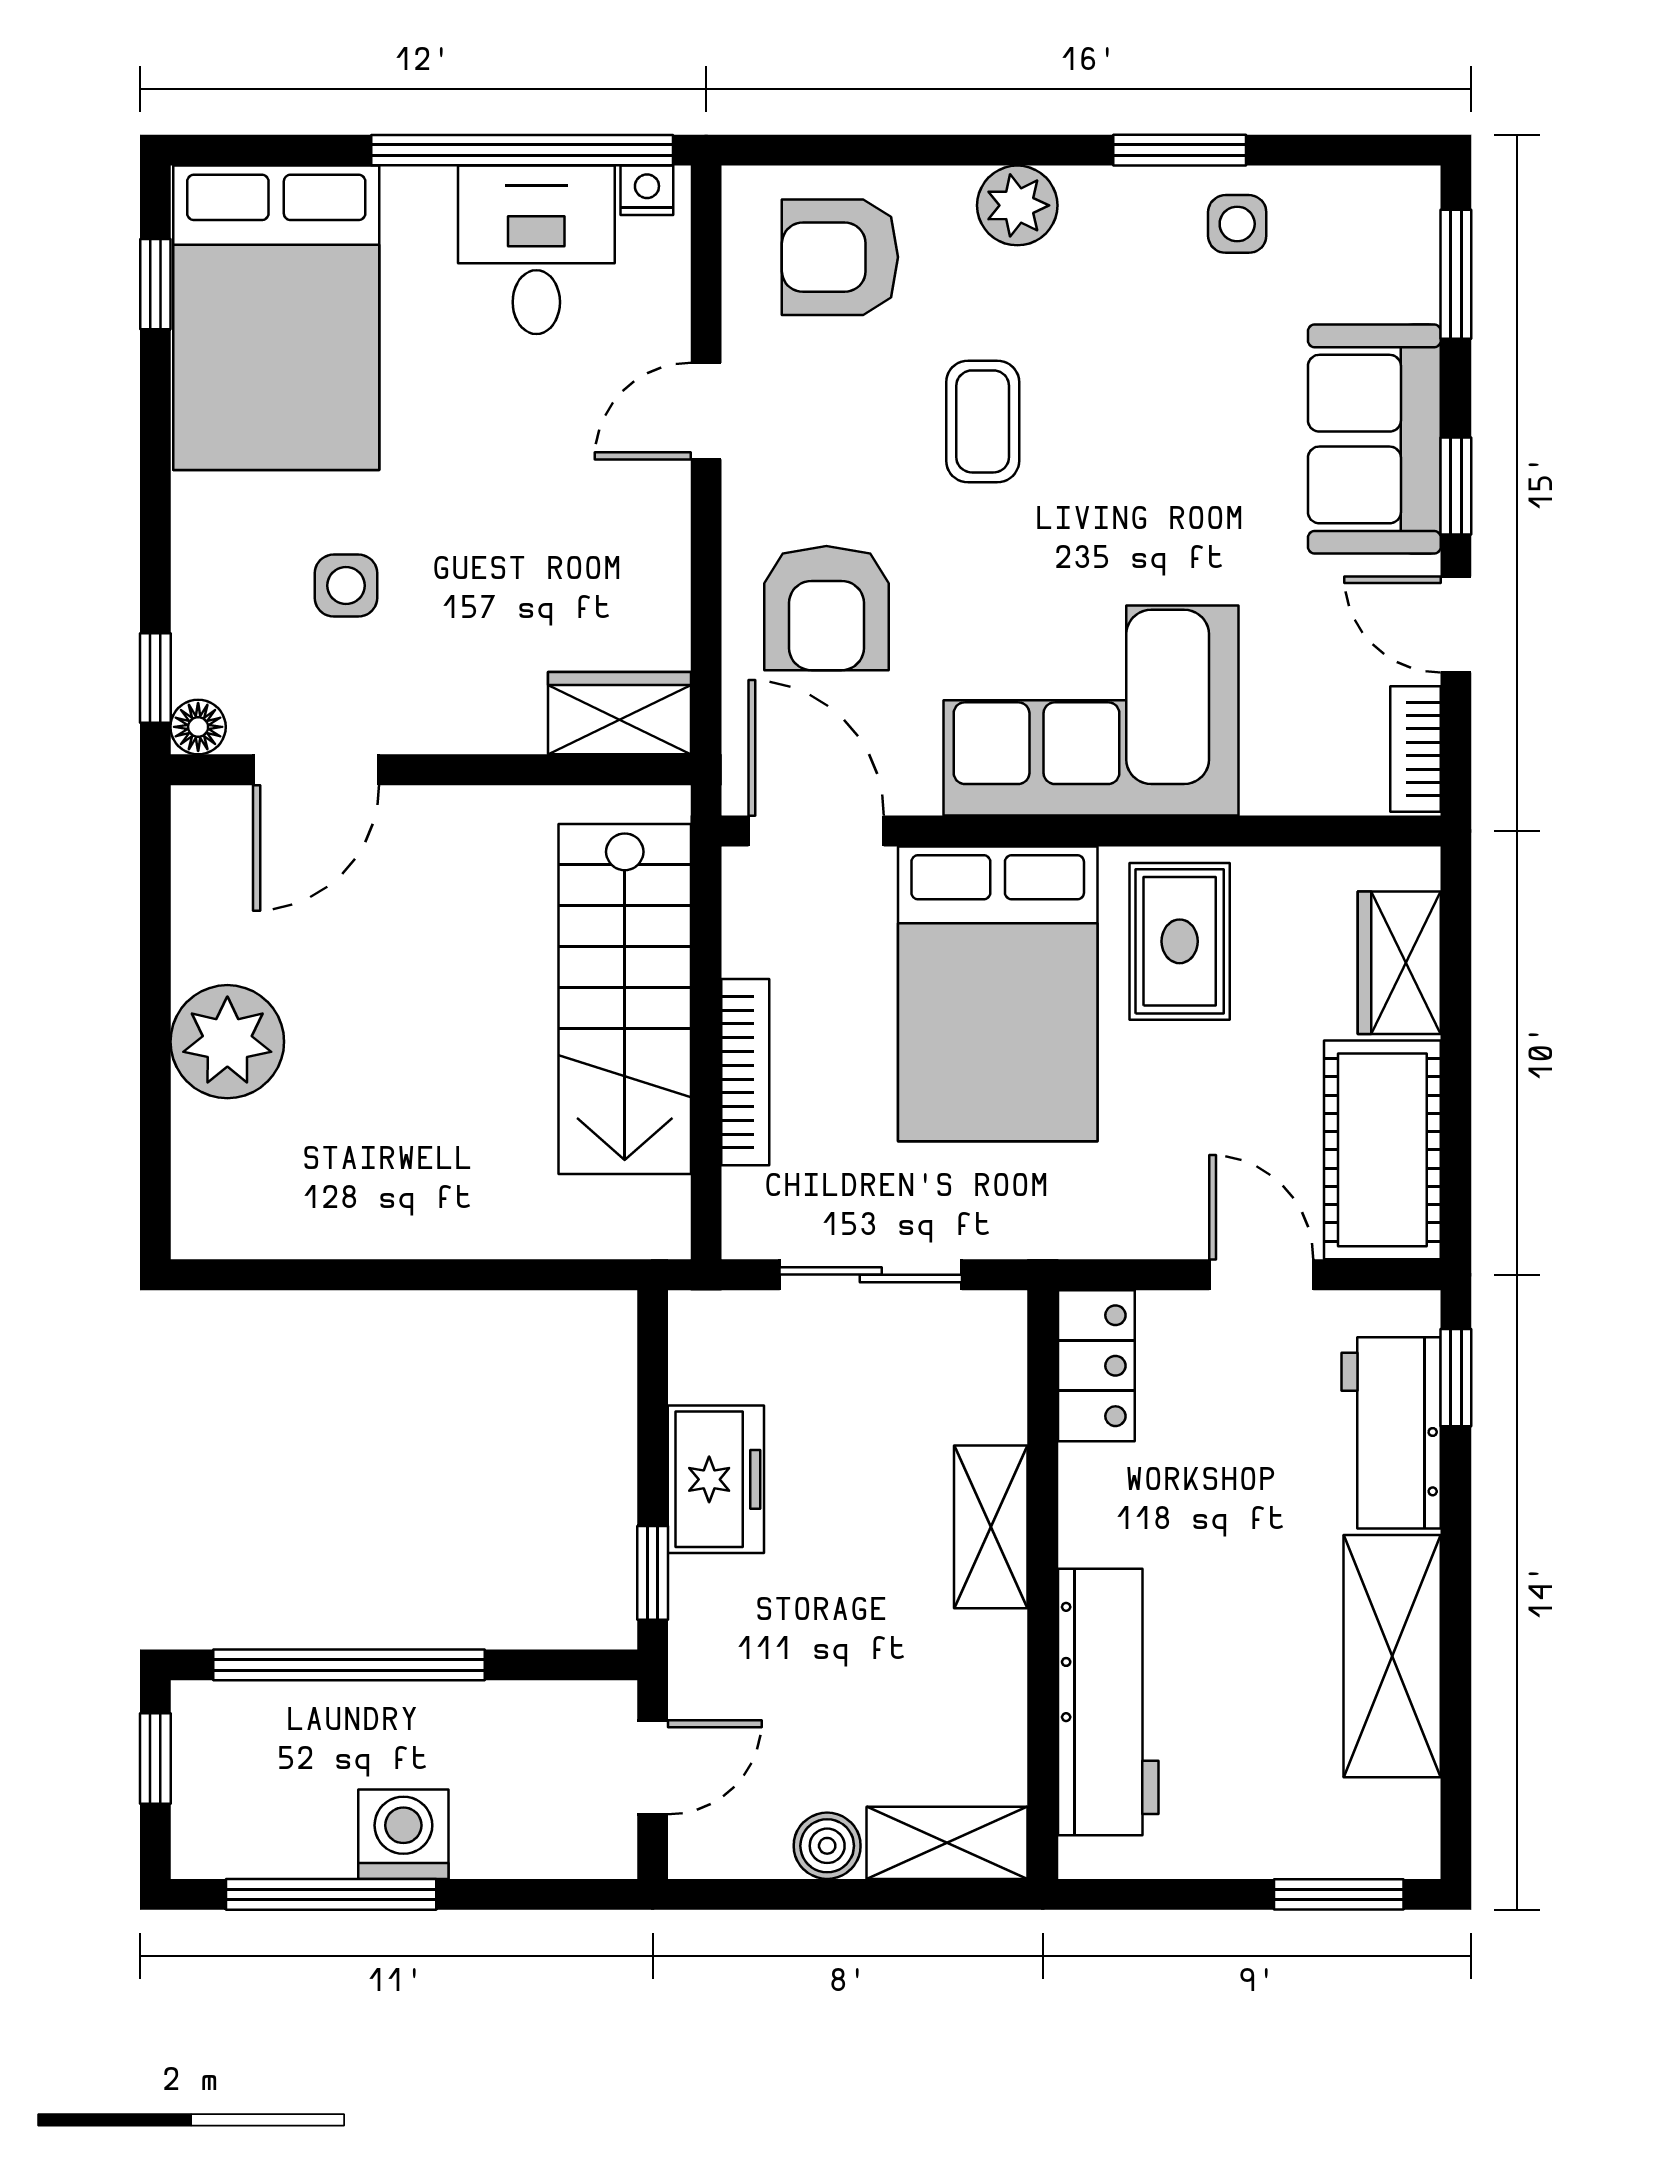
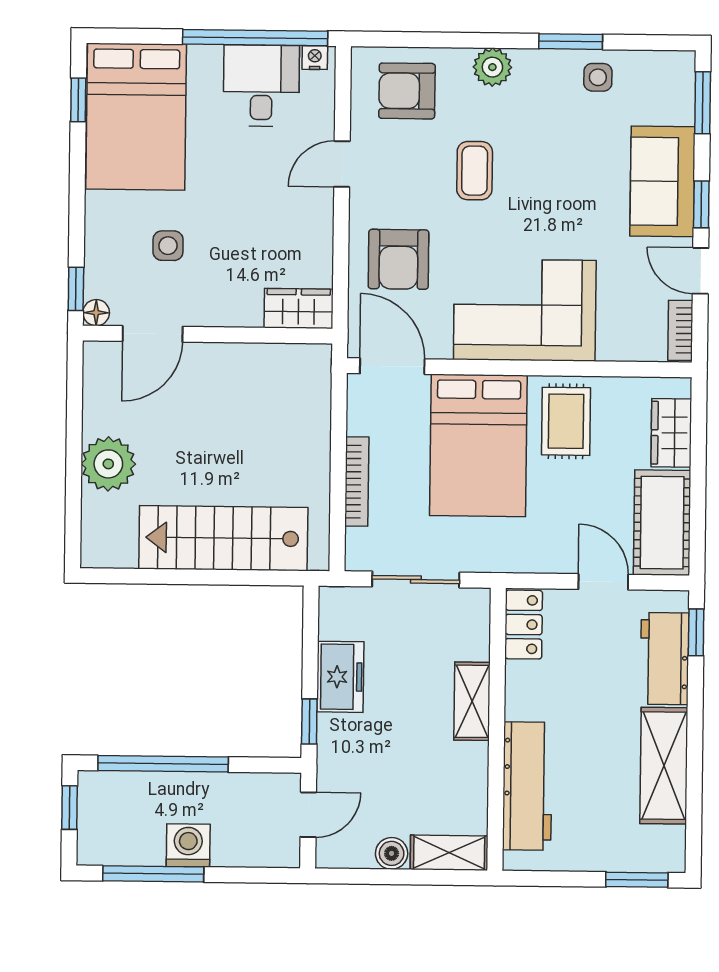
stairs: (625, 999) -> (223, 538), moved, turned 90

